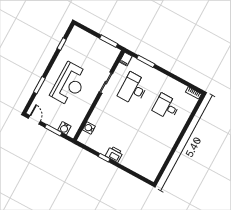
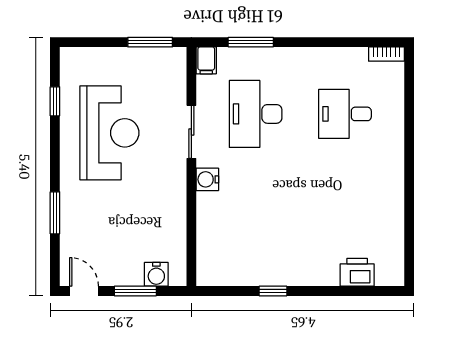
reception desk: (69, 84) -> (109, 133), moved
water cooler: (89, 128) -> (207, 179), moved
printer: (114, 154) -> (357, 272), moved

